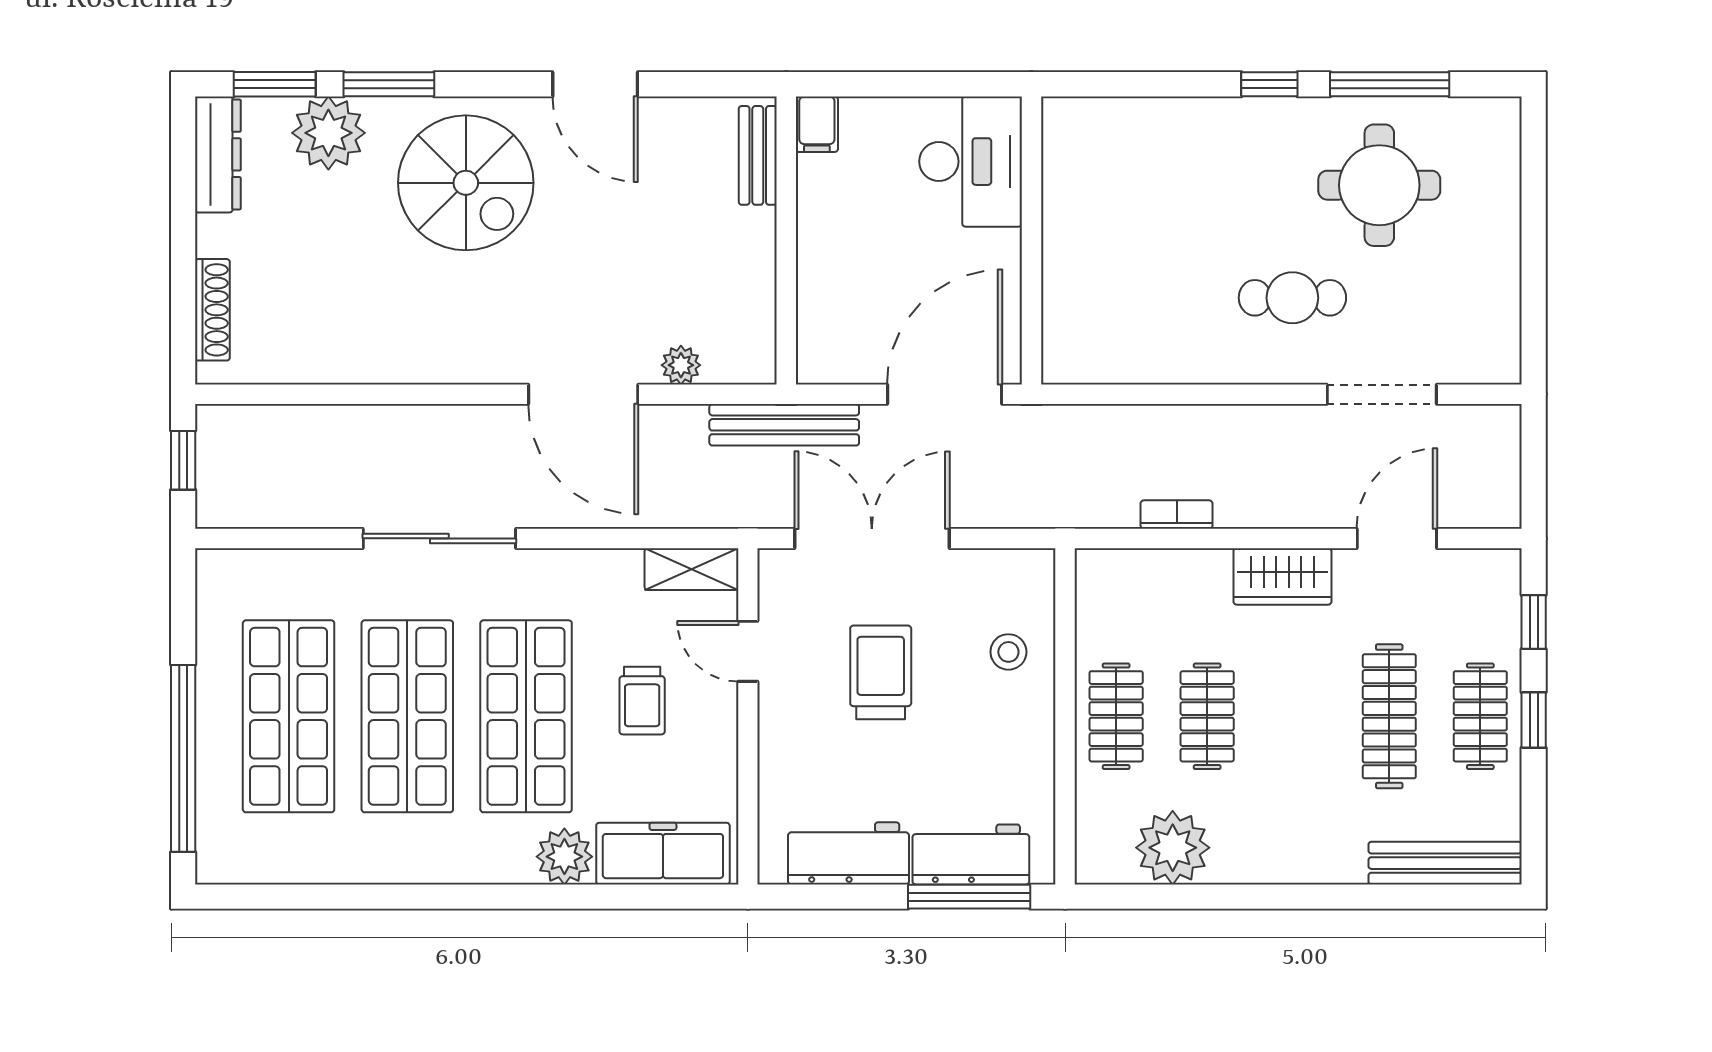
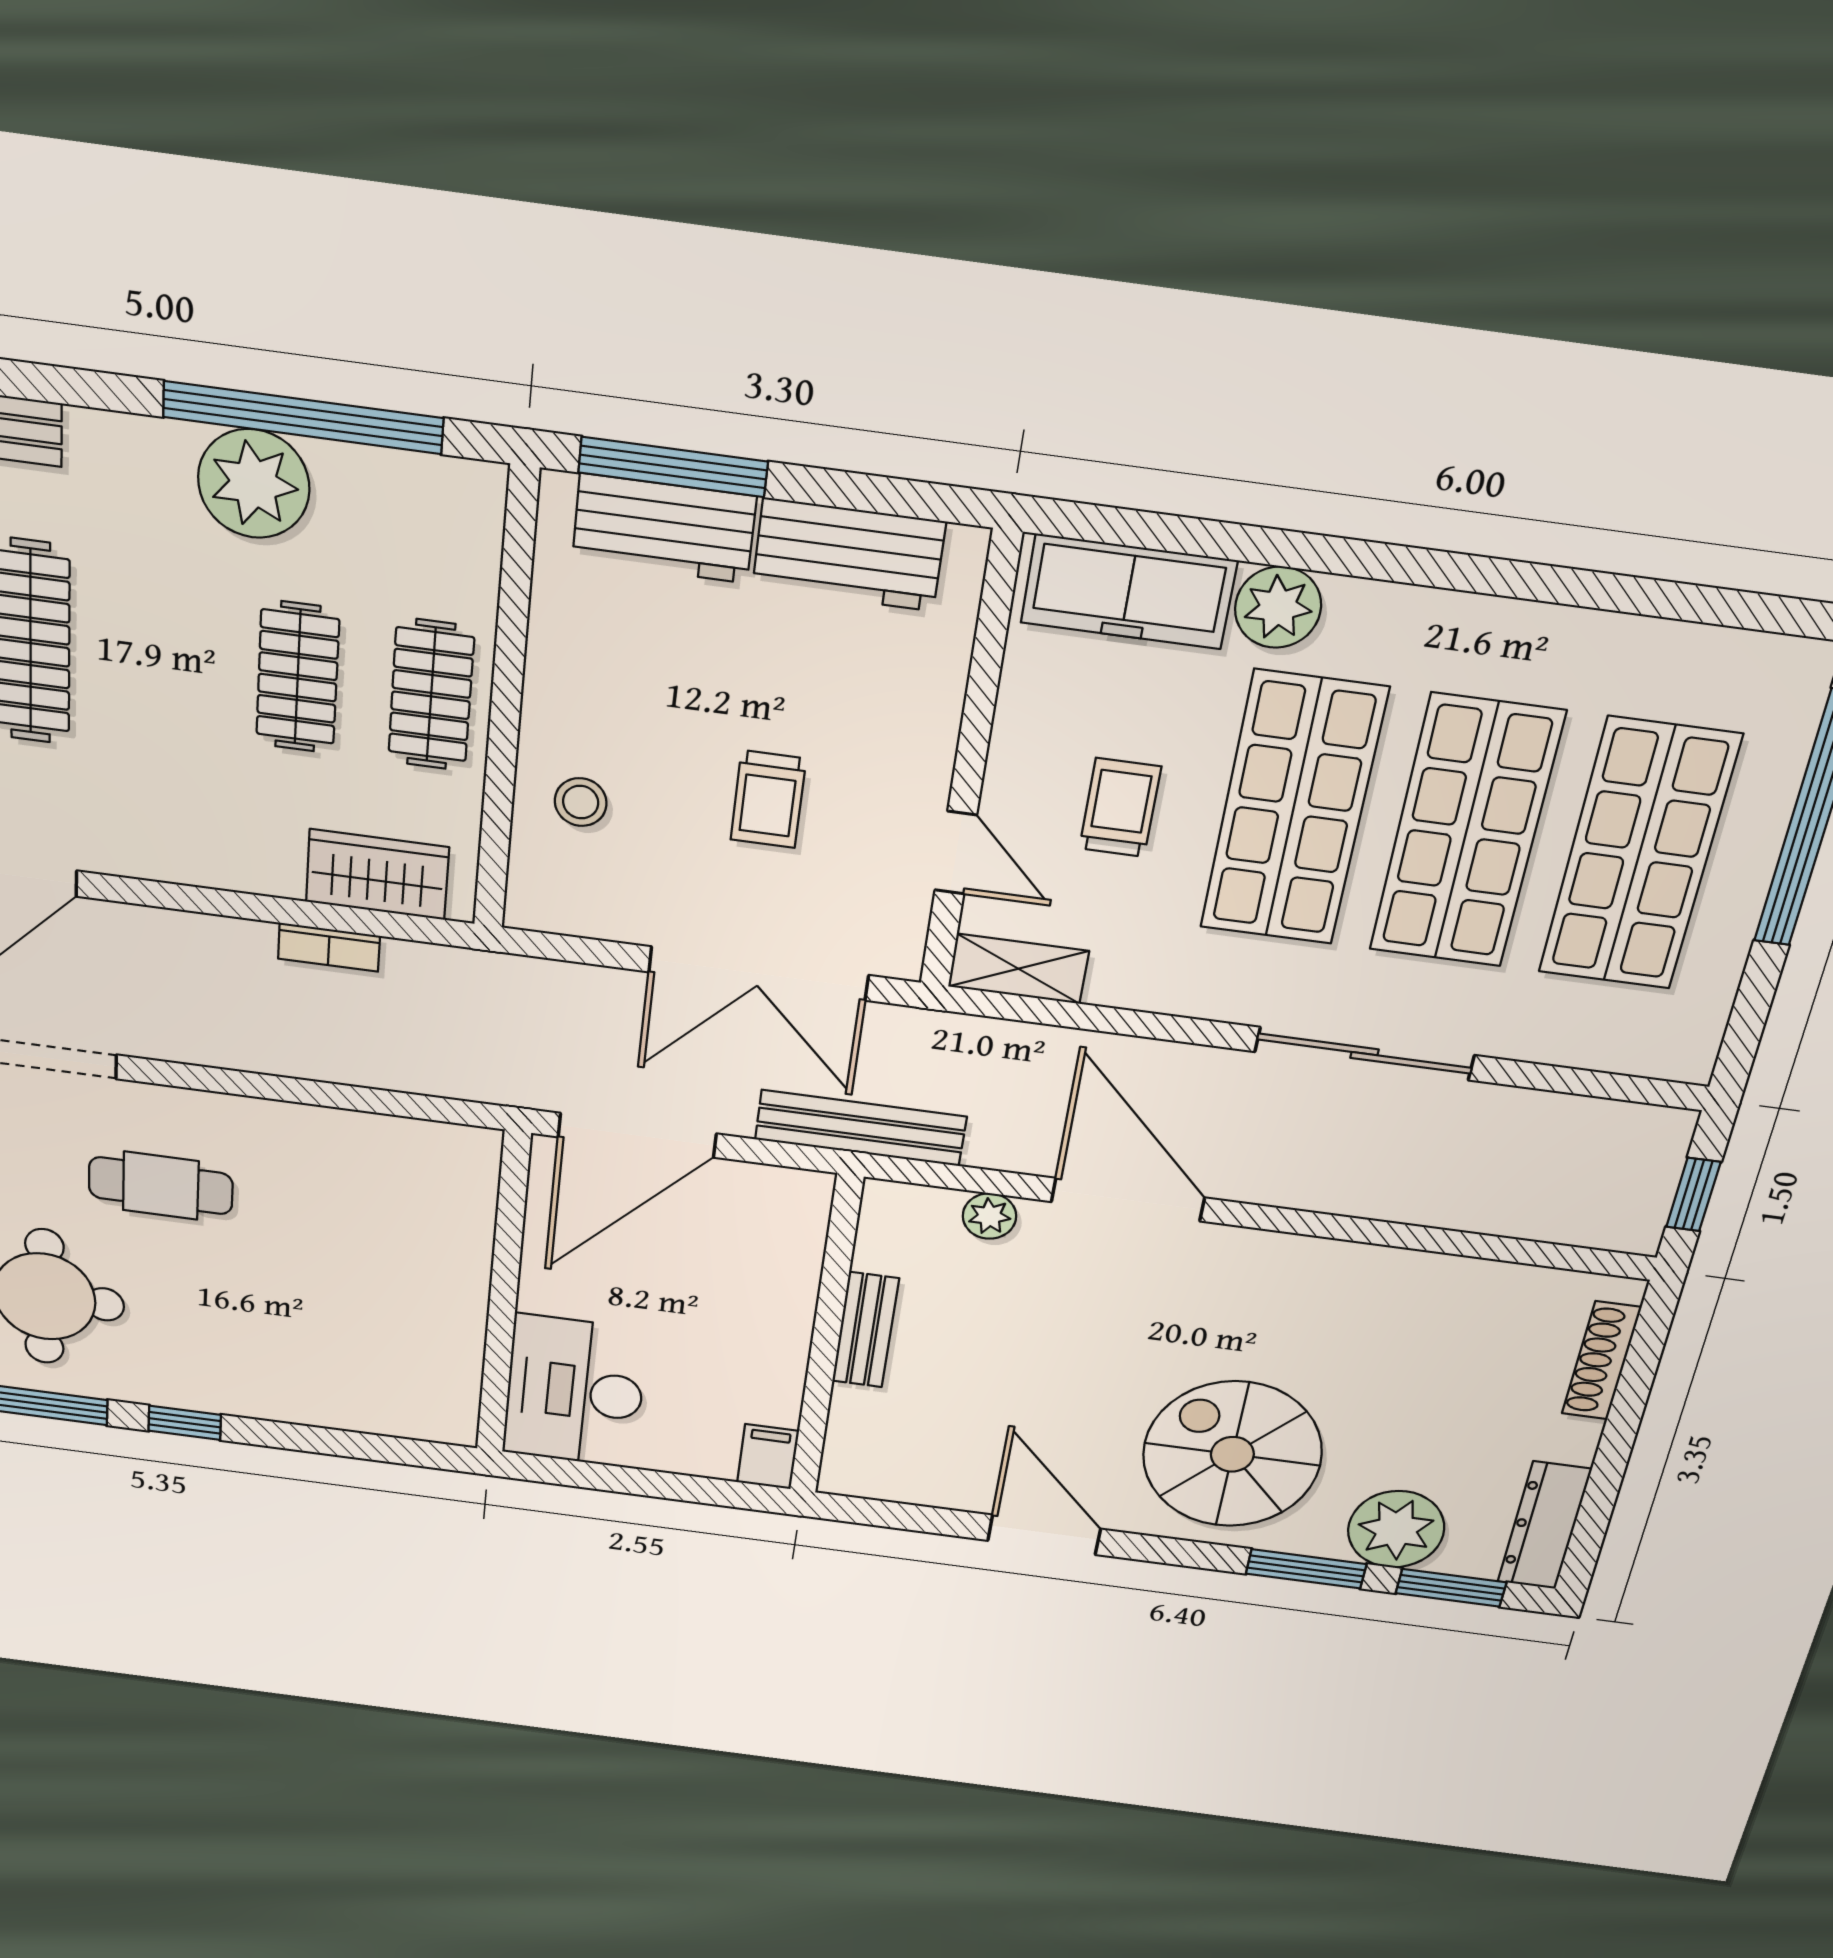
bench: (758, 155) -> (865, 1330), moved
wardrobe: (1282, 576) -> (377, 875), moved
trolley: (881, 672) -> (768, 799), width x0.73, depth x0.72
plant: (1173, 848) -> (254, 484), moved
window: (1211, 897) -> (303, 418), added

